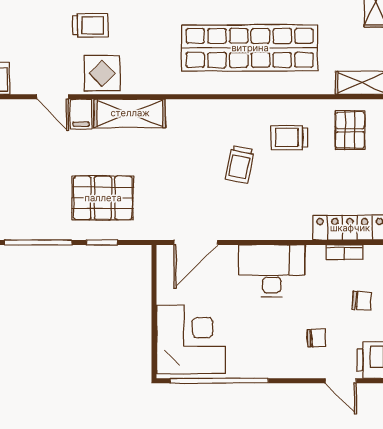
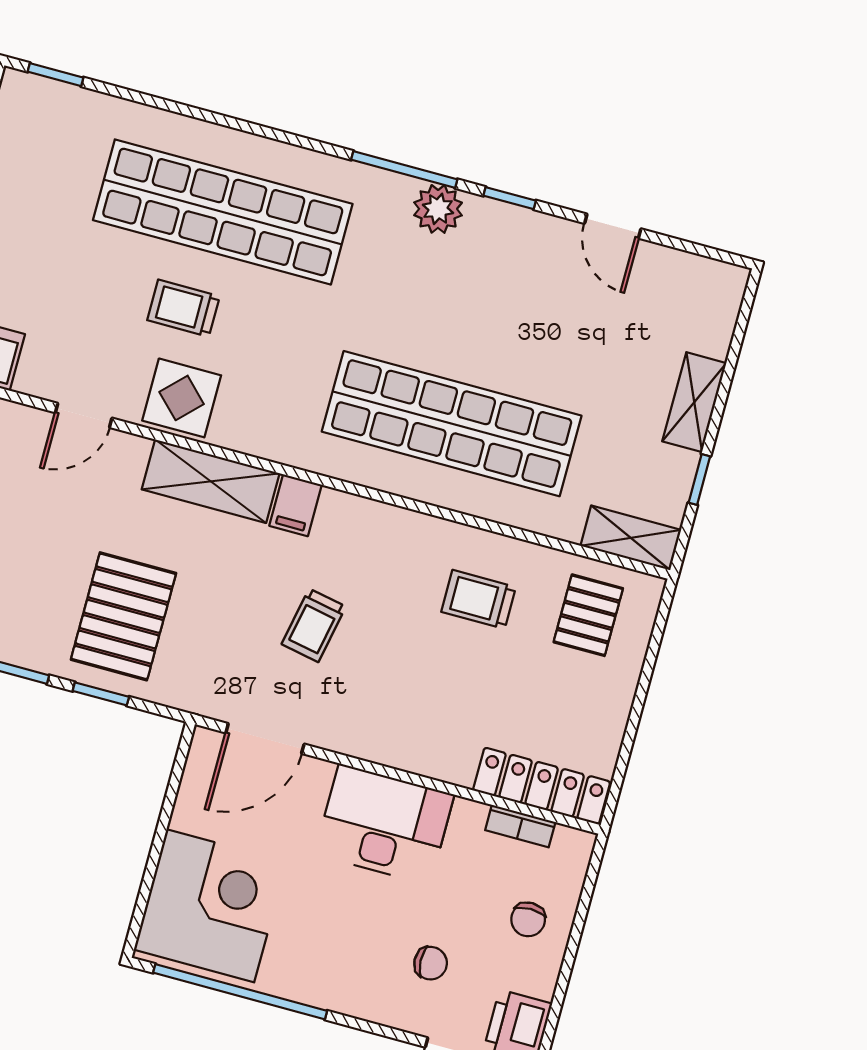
trolley: (90, 25) -> (183, 308), turned 180
door: (53, 97) -> (84, 415), hinge flipped
filing cabinet: (81, 114) -> (295, 505), moved
trolley: (240, 164) -> (314, 625), moved
pallet: (103, 198) -> (123, 616), turned 90
chair: (362, 301) -> (528, 919), turned 86

